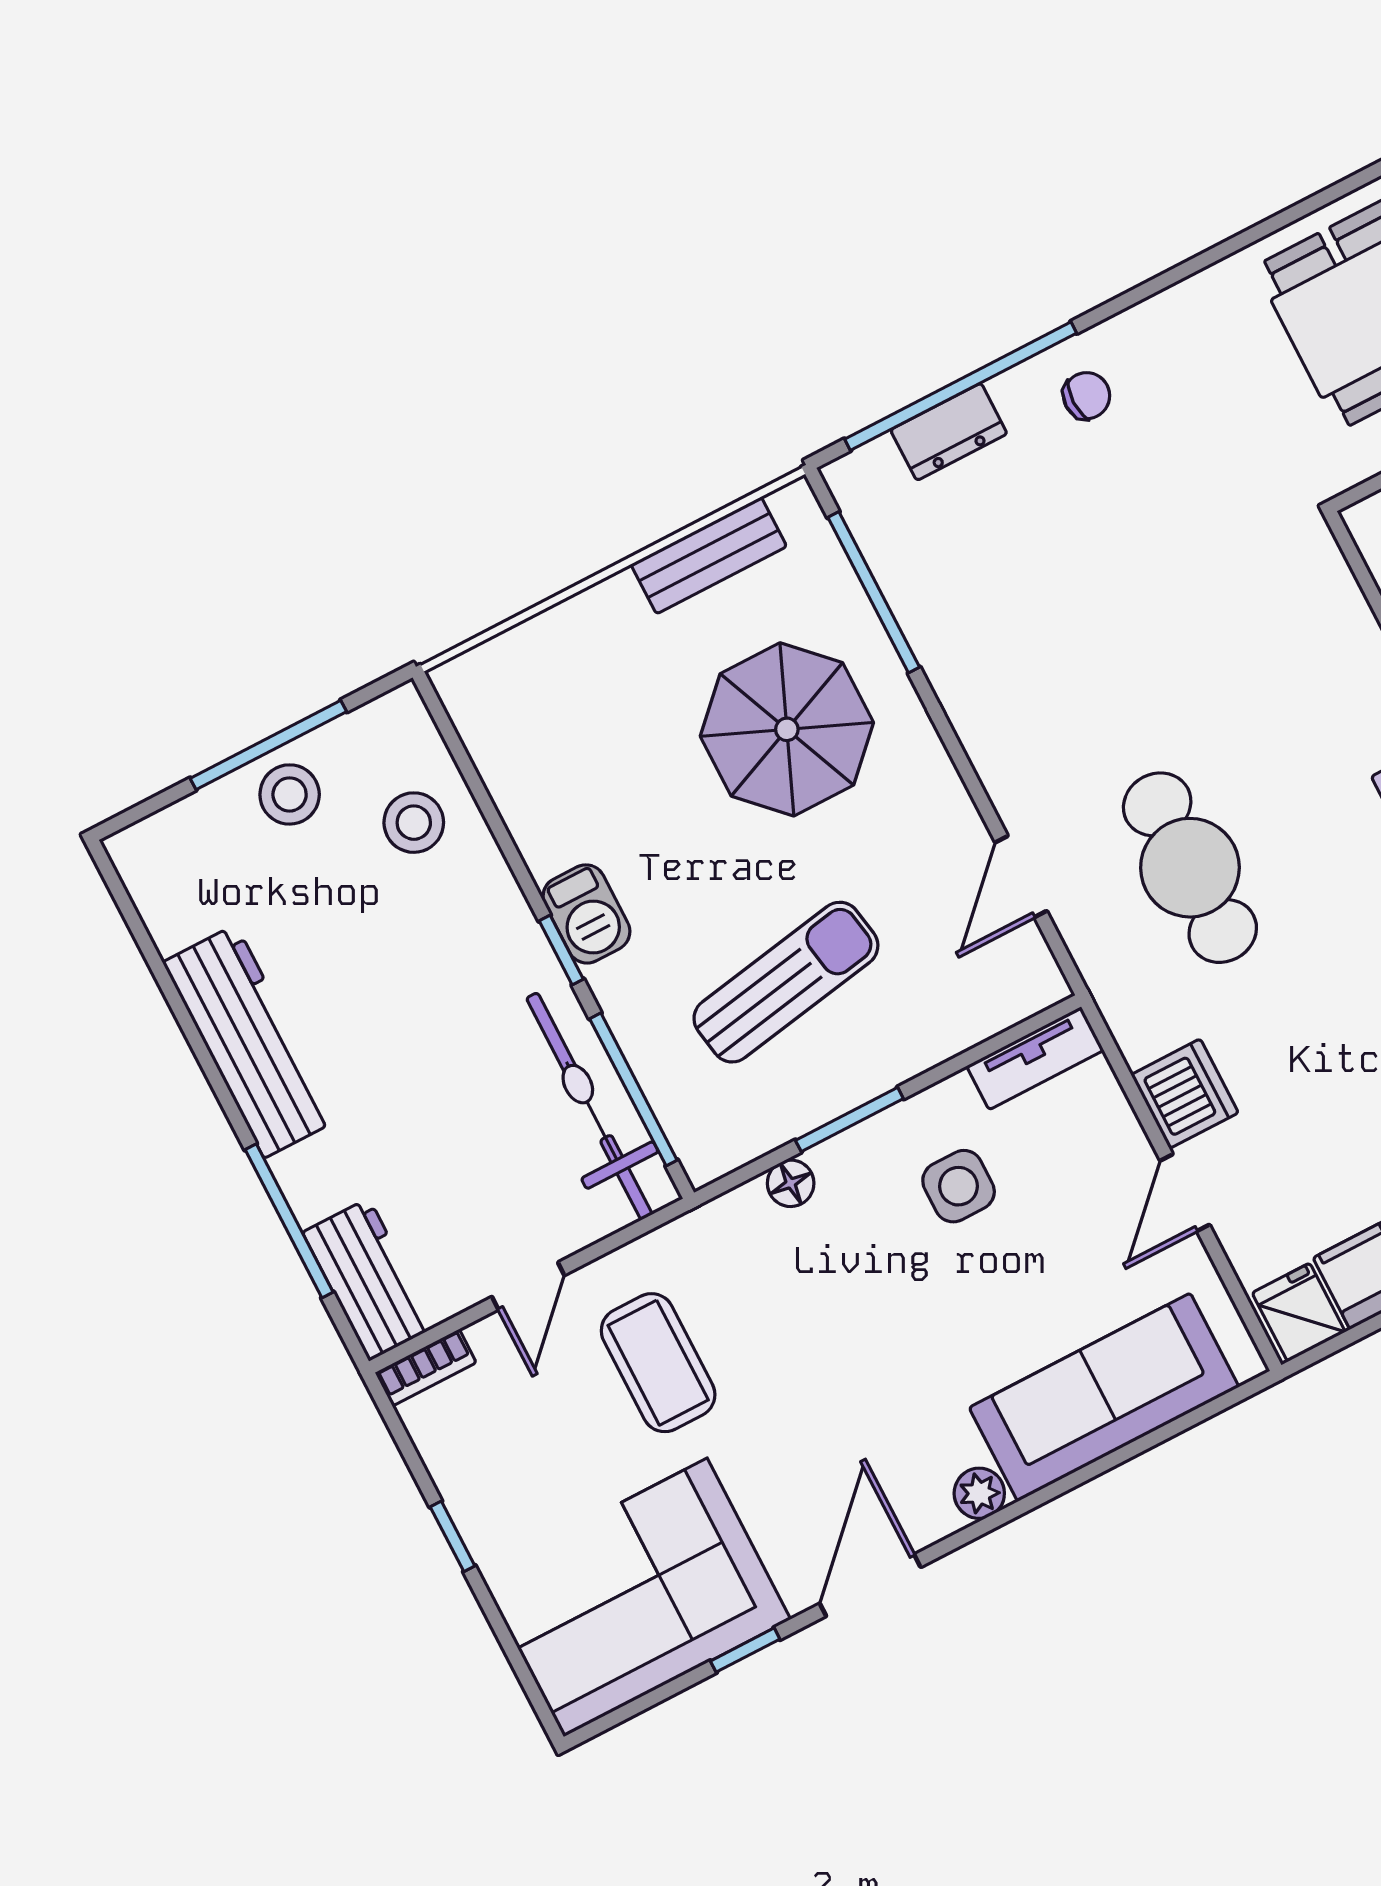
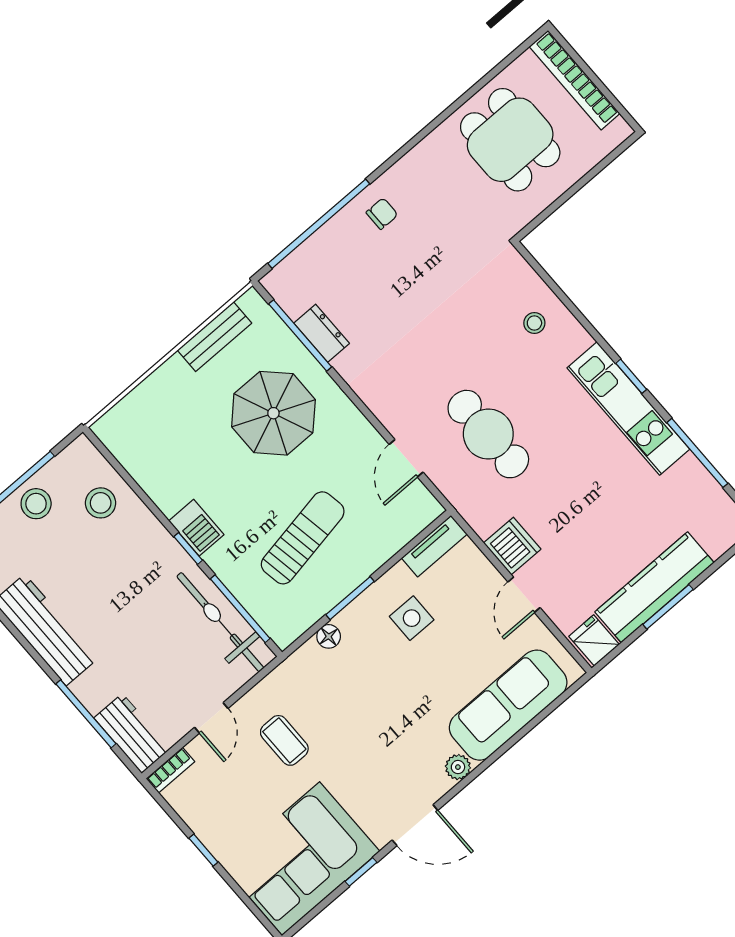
dresser: (949, 432) -> (322, 333), moved, turned -90
stool: (1329, 676) -> (534, 323), added
coffee table: (658, 1363) -> (284, 740), width x0.73, depth x0.77
door: (870, 1585) -> (415, 825), swing flipped

